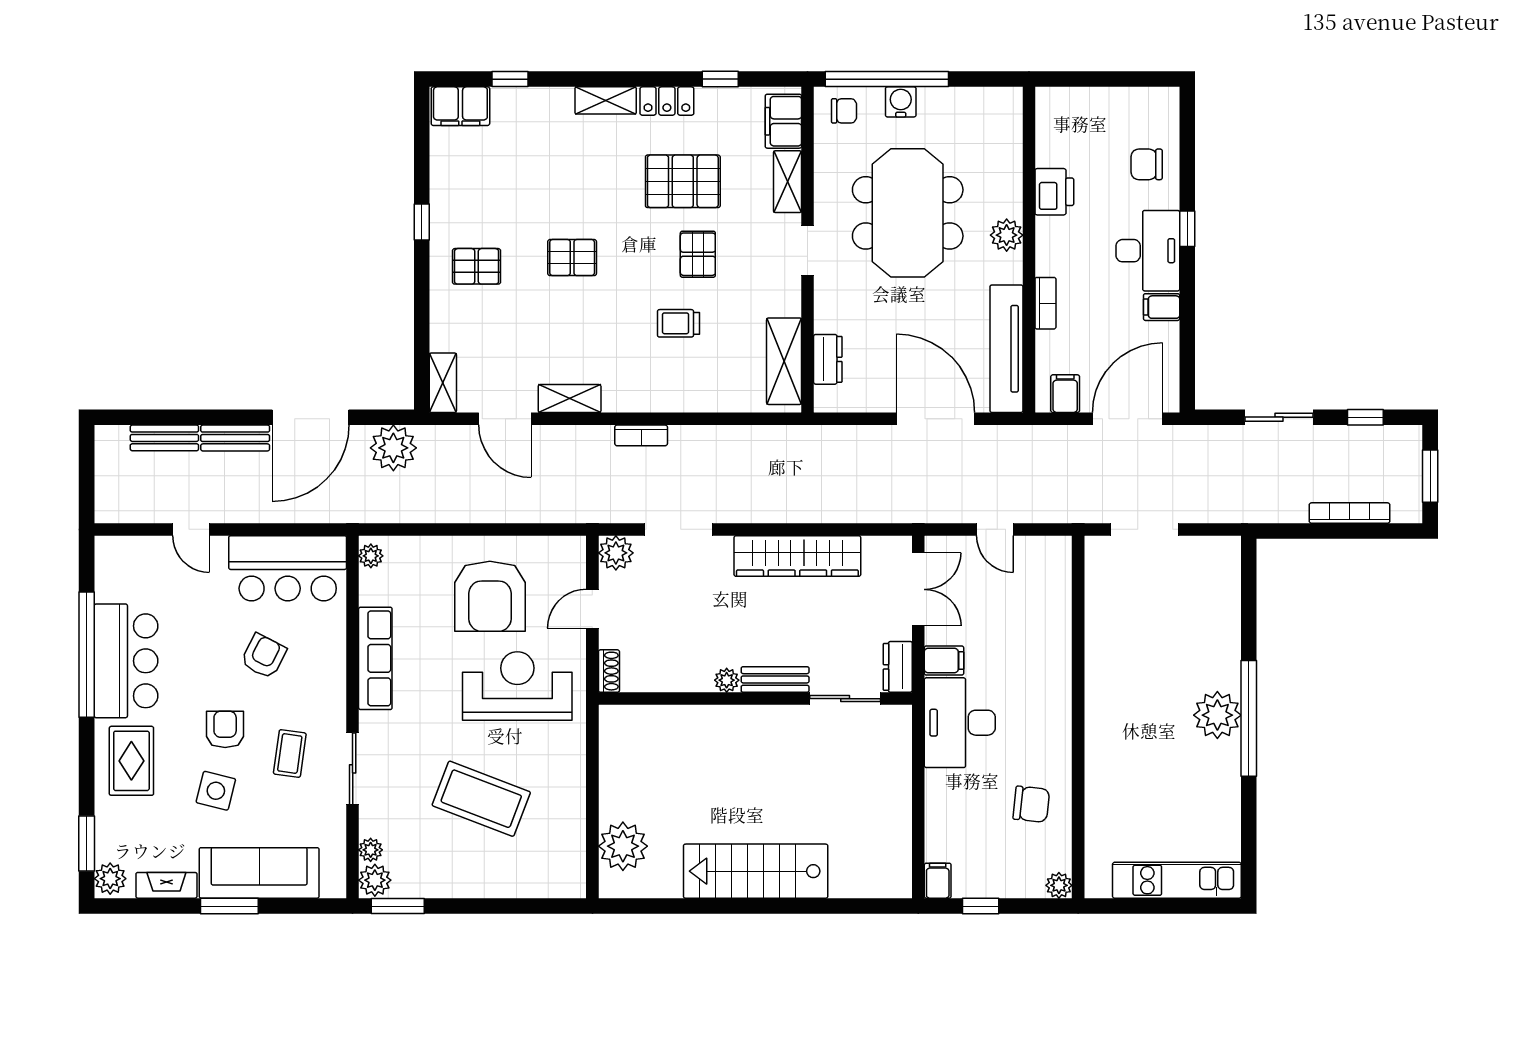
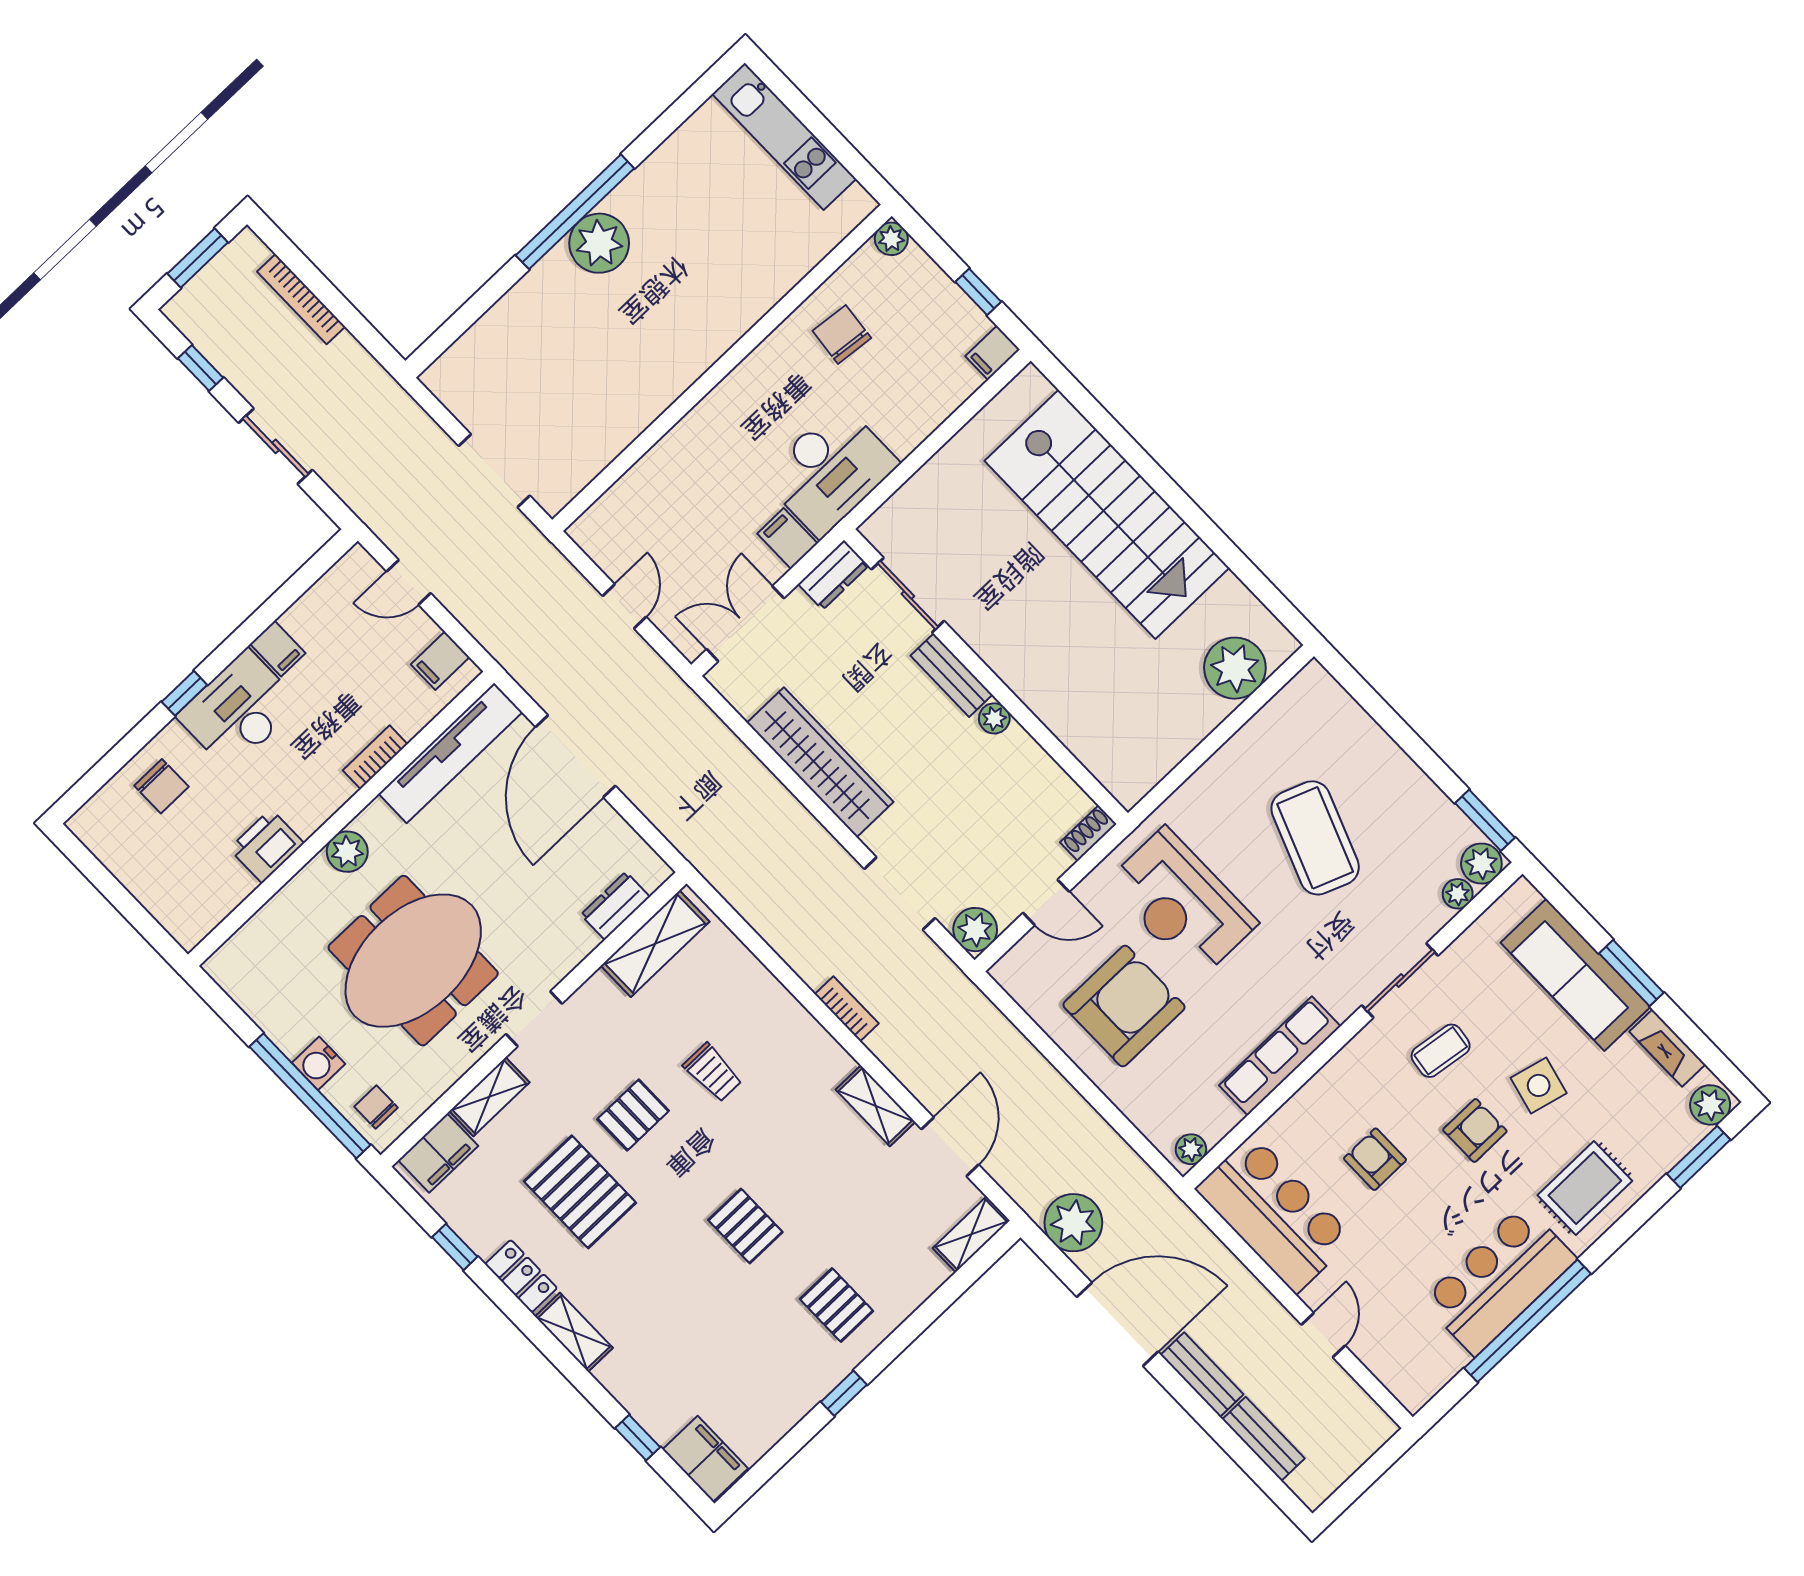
door: (1128, 419) -> (409, 582), width x0.53
armchair: (264, 656) -> (1375, 1159), turned 63
armchair: (225, 729) -> (1475, 1130), turned 180
stairs: (756, 871) -> (1107, 514), width x1.36, depth x1.51

